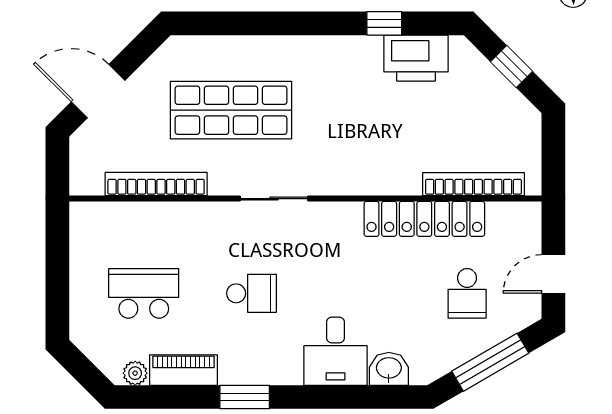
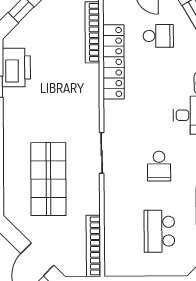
bookcase: (156, 184) -> (93, 246), moved
school desk: (251, 293) -> (159, 166), turned 180

